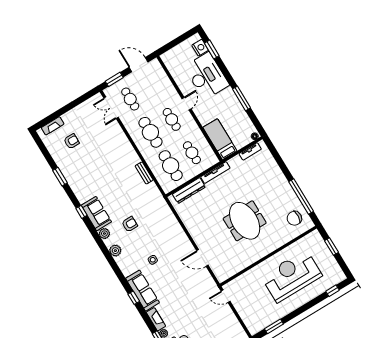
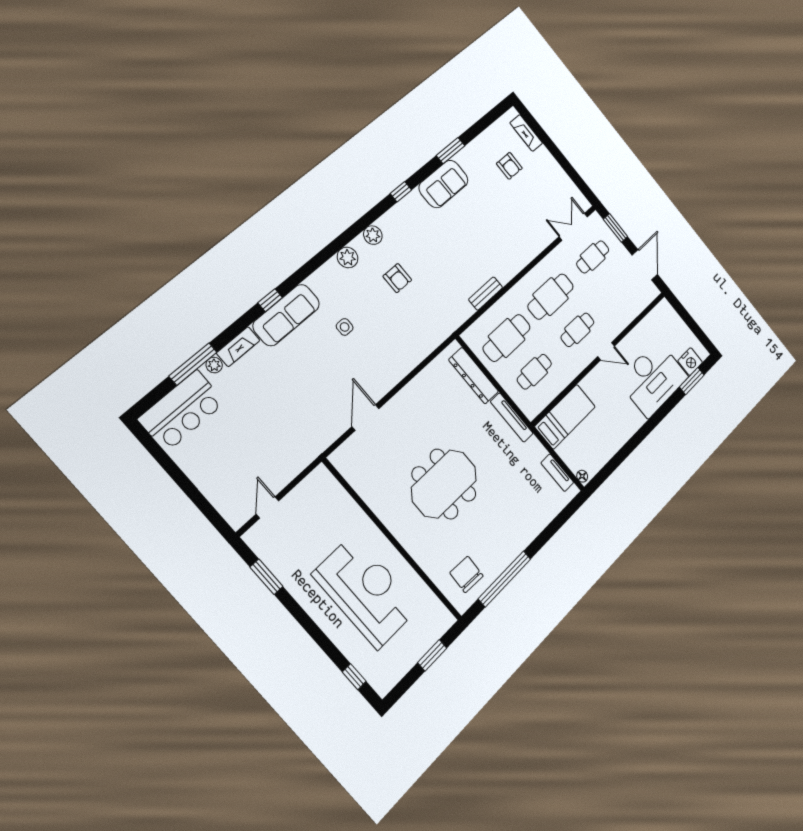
window: (241, 98) -> (633, 443), removed
sofa: (96, 214) -> (443, 184), moved
door: (226, 296) -> (267, 507), moved

